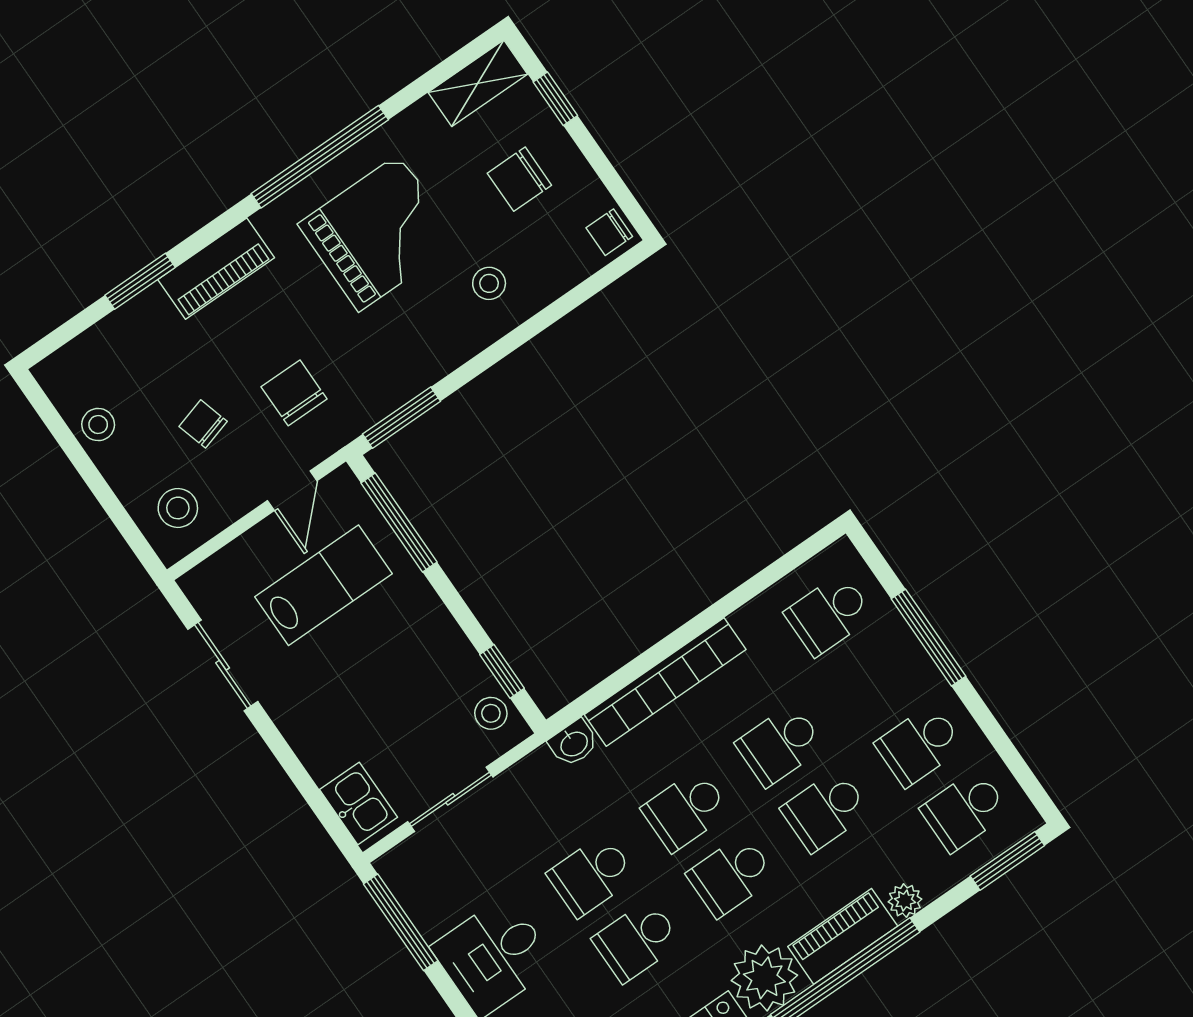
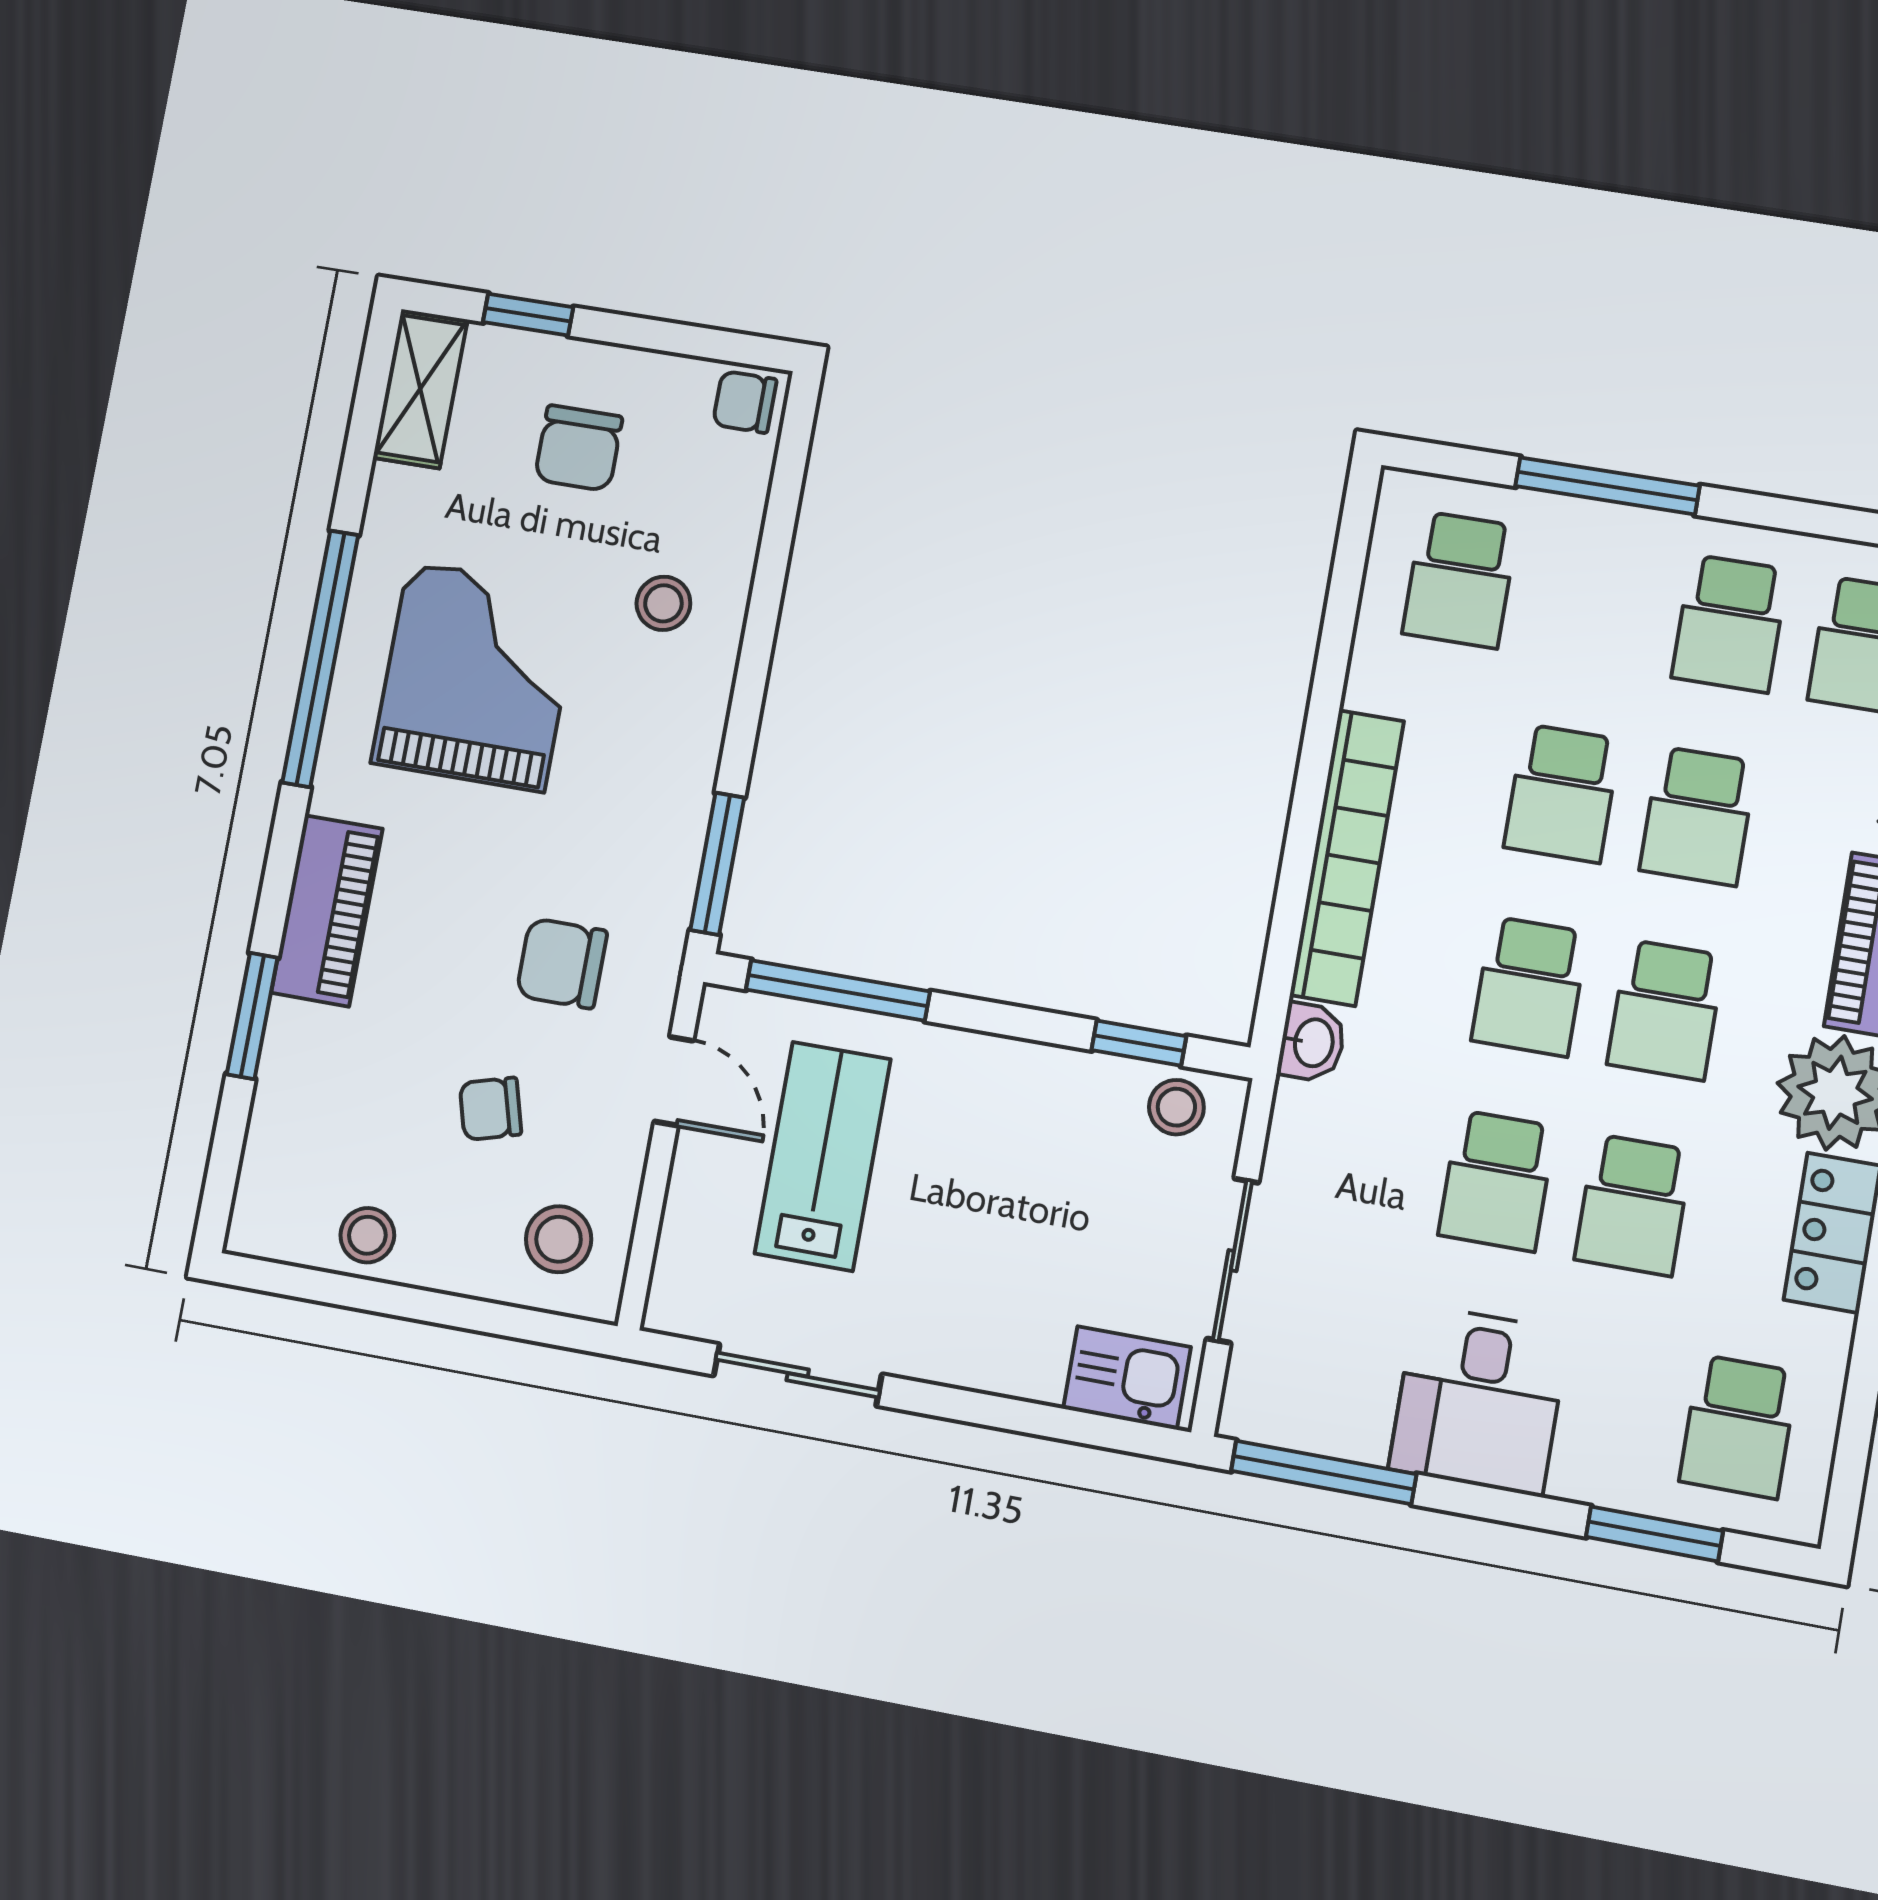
chair: (609, 232) -> (745, 402), turned 90

